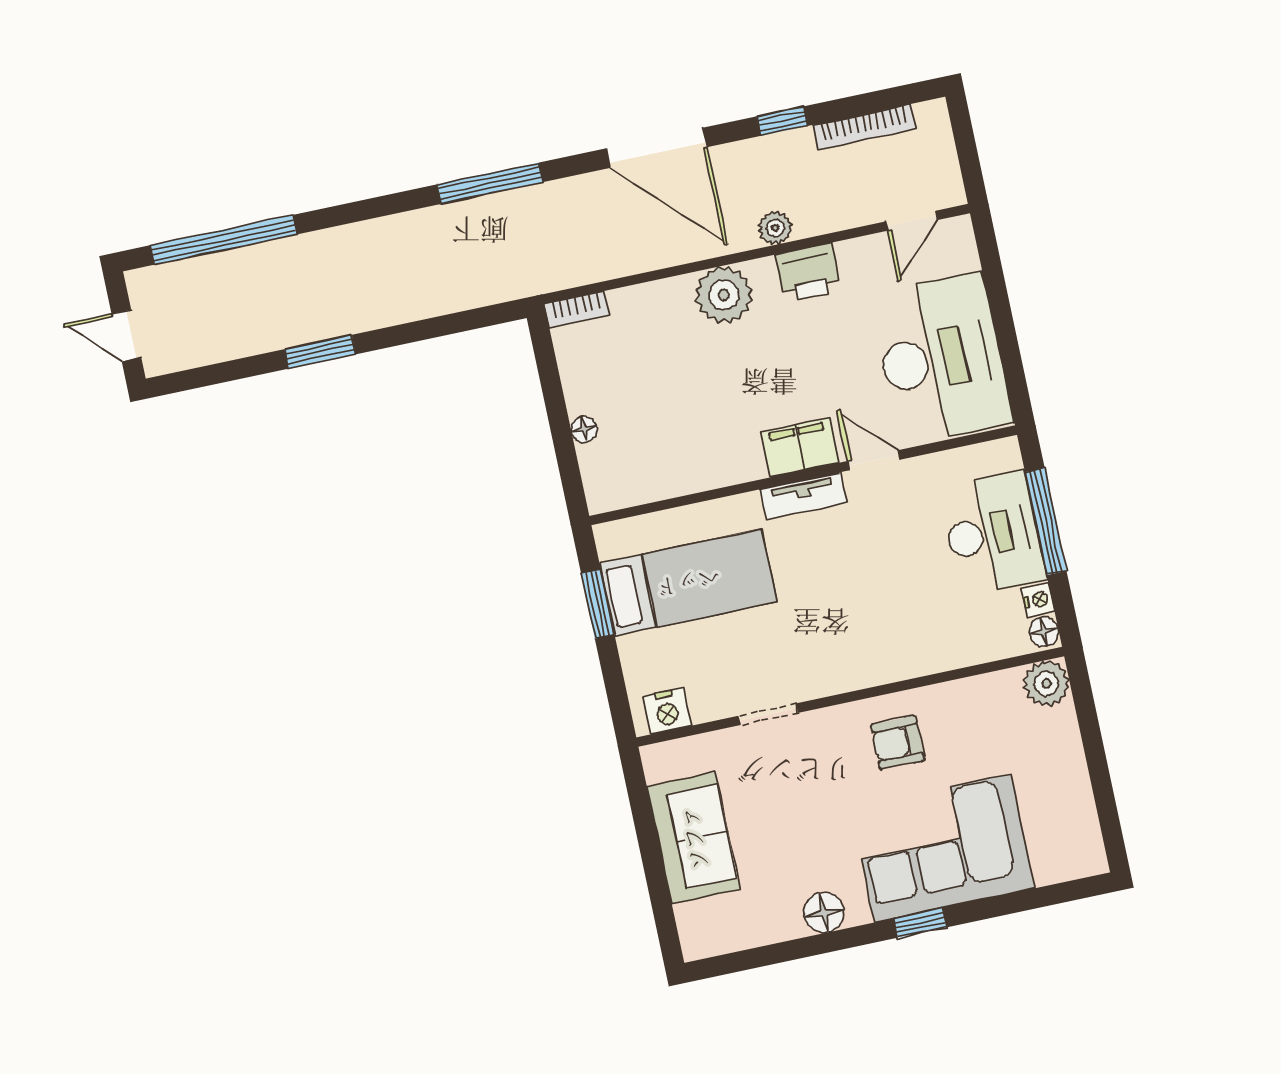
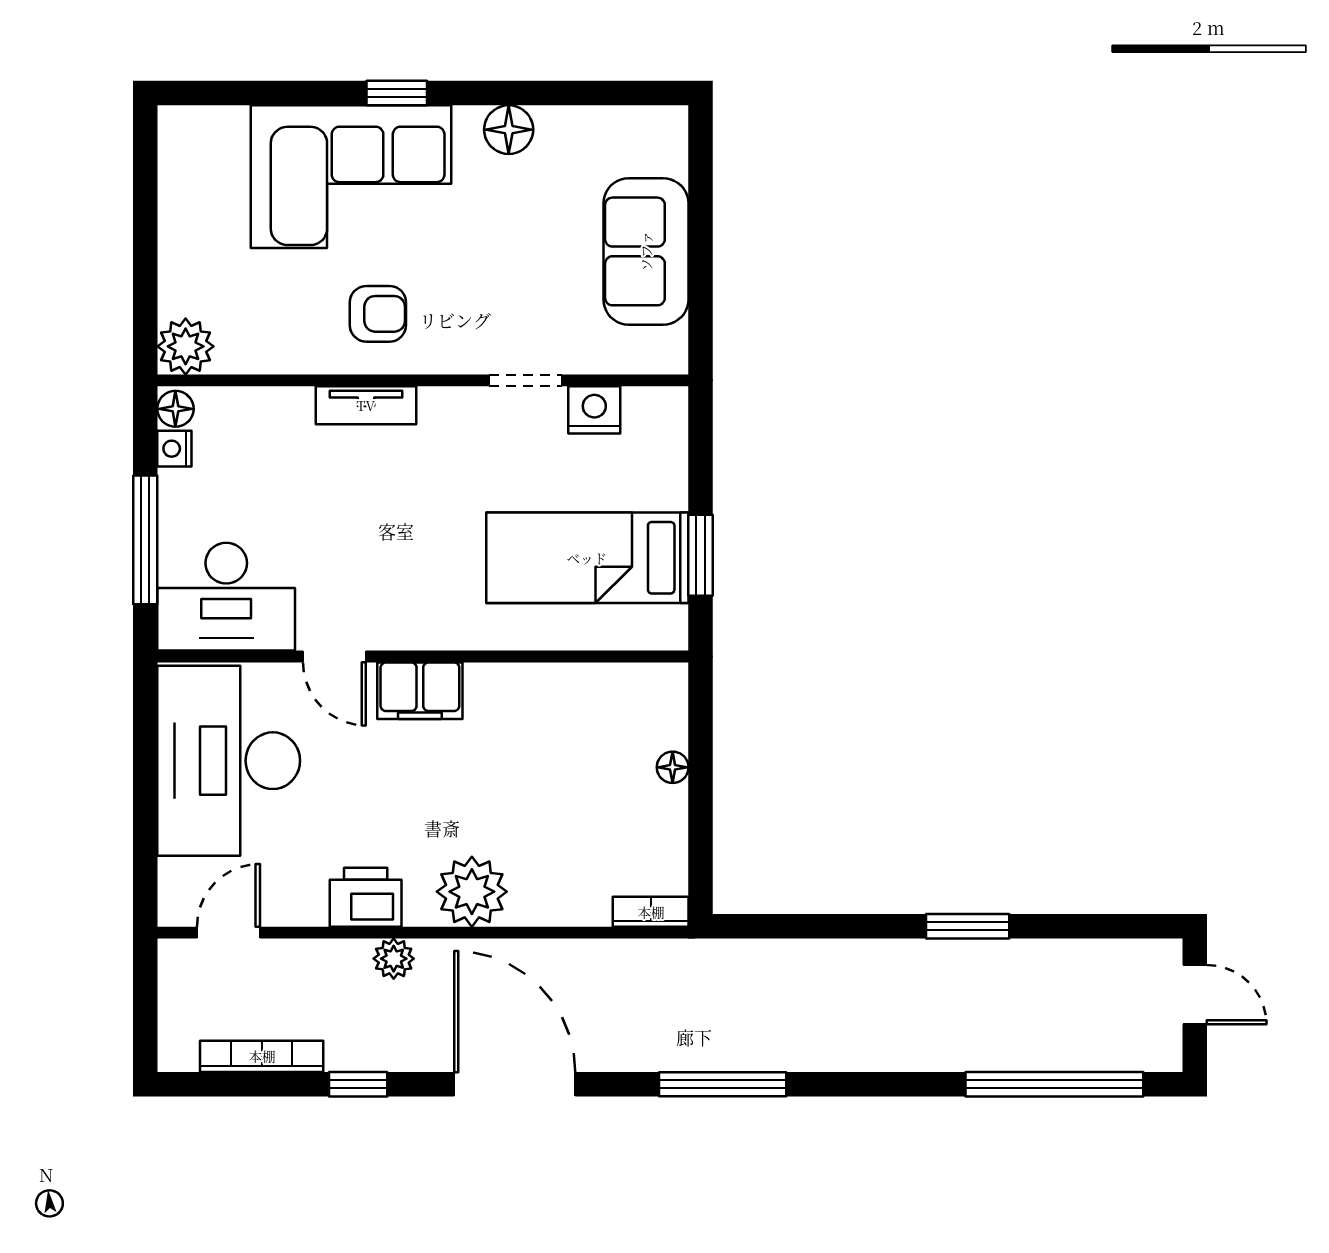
tv unit: (804, 496) -> (366, 405), moved, turned 180
desk: (993, 533) -> (226, 597), moved, turned -90
nightstand: (667, 711) -> (594, 410), moved

